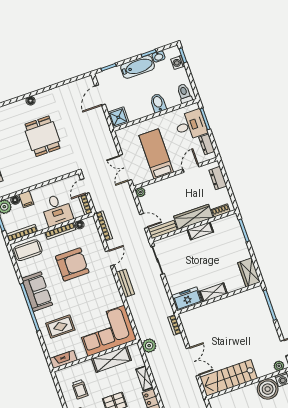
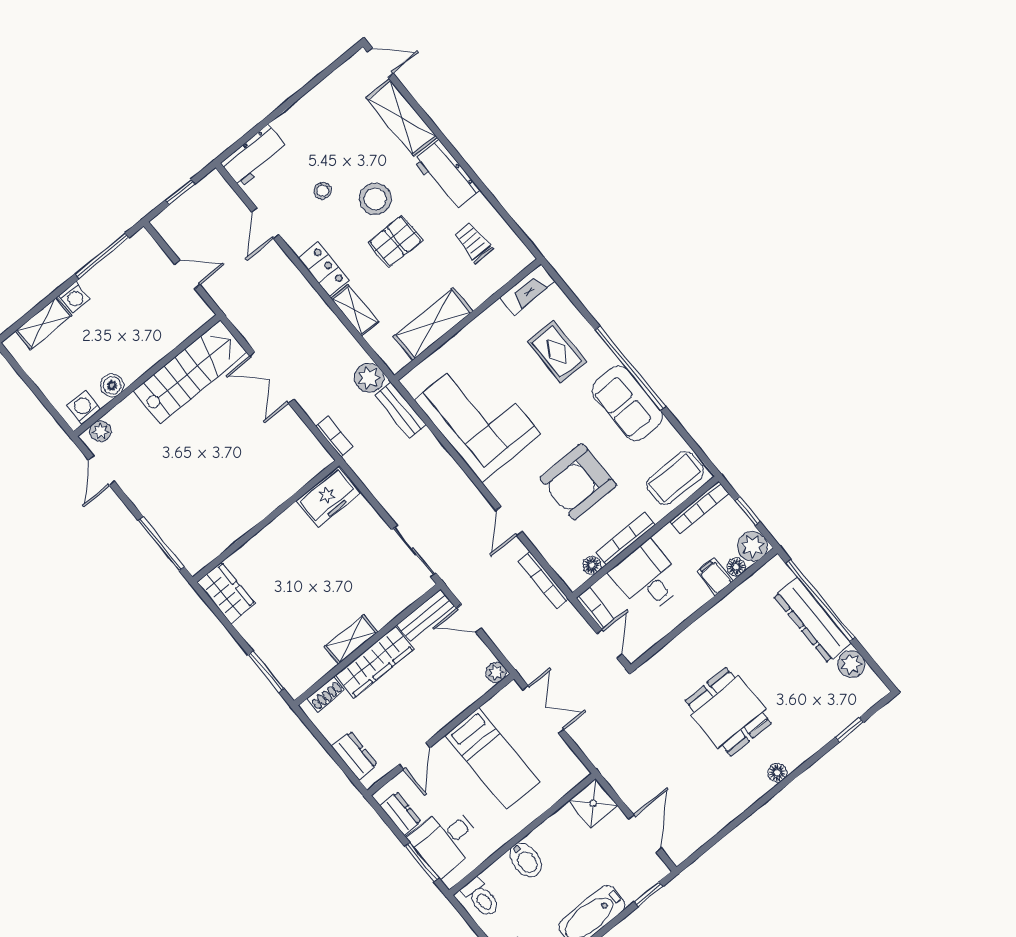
bench: (125, 283) -> (400, 410), moved
shelving: (213, 292) -> (281, 528), removed
rug: (60, 327) -> (557, 352), turned 90
corner sofa: (106, 331) -> (477, 417), moved, turned -90
boiler: (268, 389) -> (112, 385), width x0.54, depth x0.54

